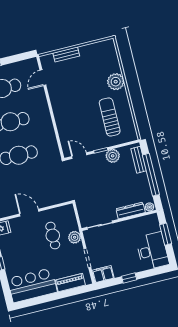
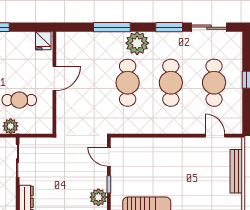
bench: (66, 54) -> (236, 171), width x1.36
door: (79, 156) -> (109, 157), swing flipped

